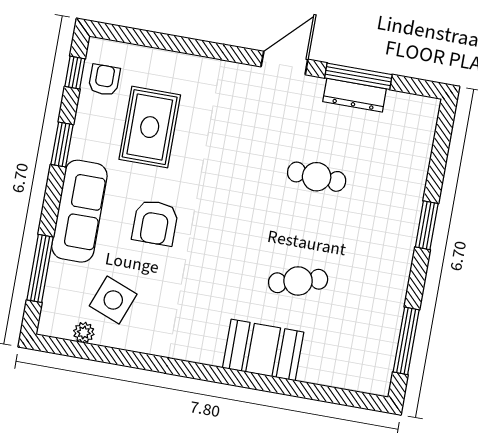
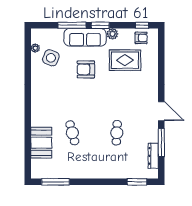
dresser: (355, 95) -> (153, 156), moved
window: (62, 145) -> (100, 25), moved
plant: (83, 146) -> (112, 34), added
window: (427, 225) -> (137, 182), moved
window: (40, 268) -> (72, 25), moved
booth: (263, 350) -> (41, 143), moved

